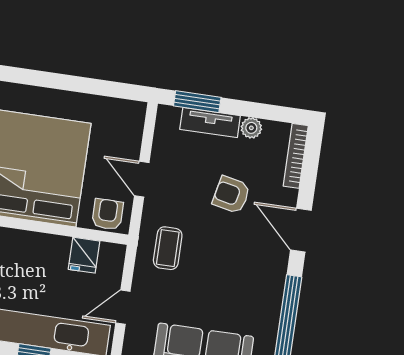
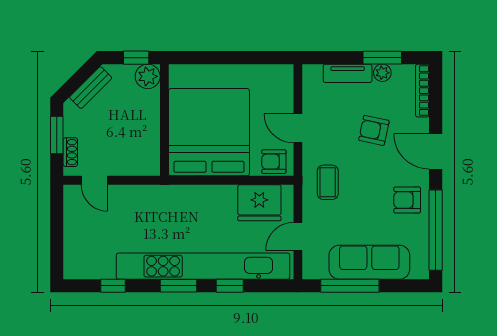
window: (197, 102) -> (382, 58), moved
armchair: (107, 214) -> (274, 162), turned -90
fridge: (84, 255) -> (259, 203), width x1.88, depth x1.34
armchair: (259, 283) -> (407, 200), added

